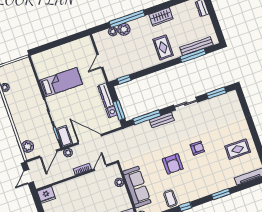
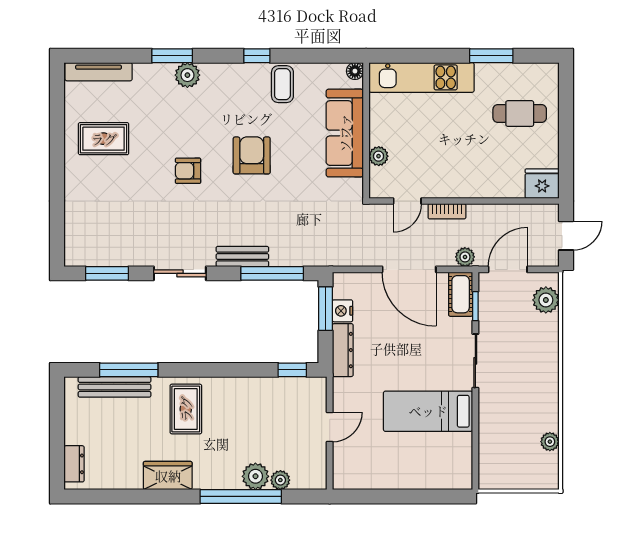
plant: (212, 188) -> (187, 75), added

